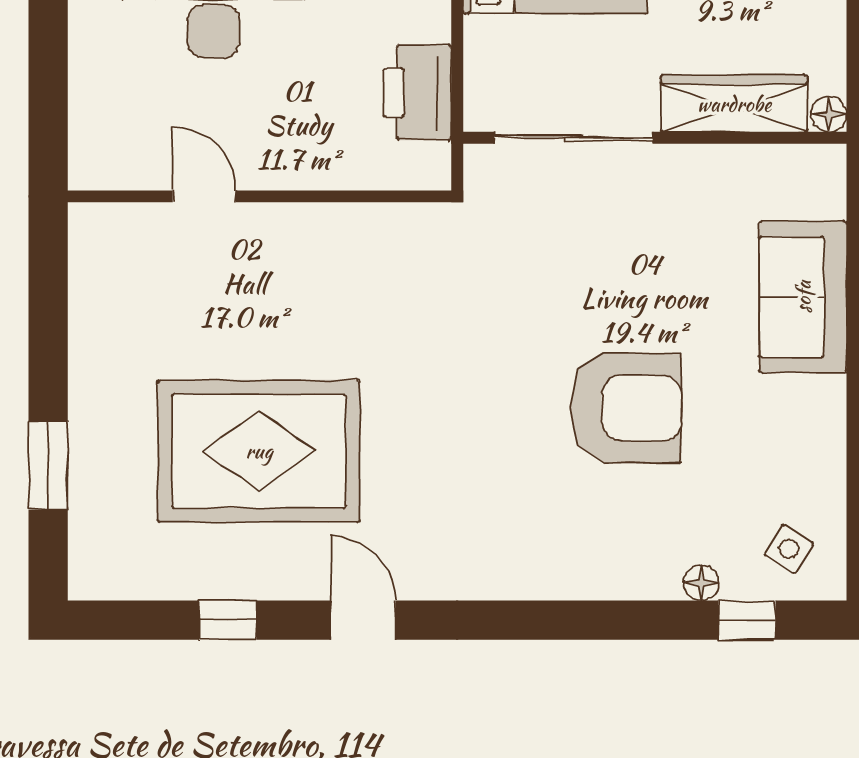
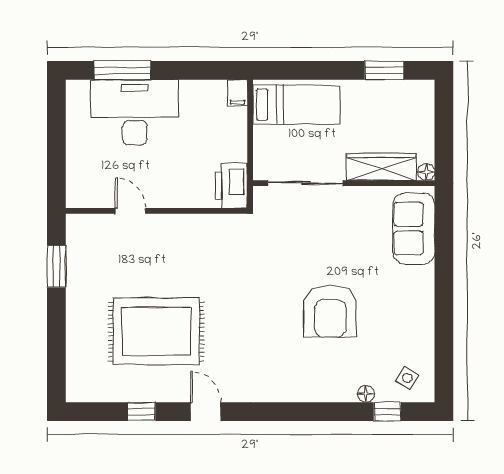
printer: (417, 93) -> (231, 186), moved
sofa: (803, 297) -> (414, 229), moved
armchair: (626, 408) -> (330, 311), turned 90
window: (48, 465) -> (56, 267), moved

